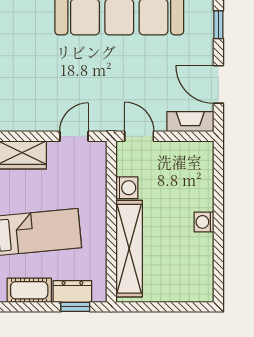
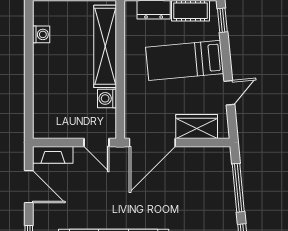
door: (74, 136) -> (152, 142), width x1.88
washing machine: (204, 222) -> (41, 34), moved

